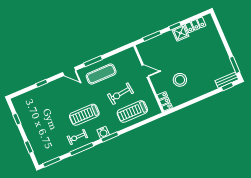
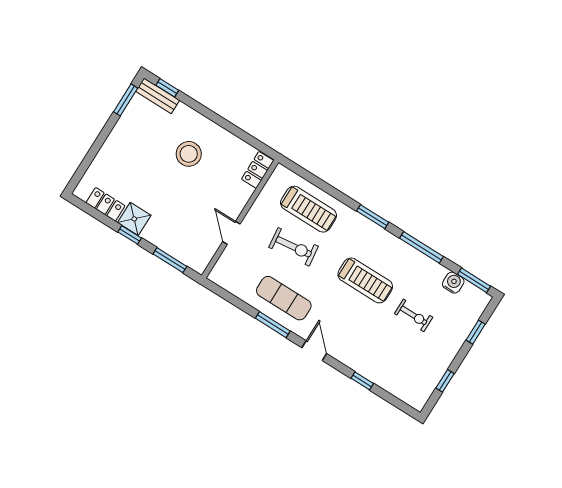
stool: (180, 80) -> (189, 154), moved
water cooler: (103, 132) -> (453, 283), moved
exercise bike: (77, 137) -> (414, 315), moved

